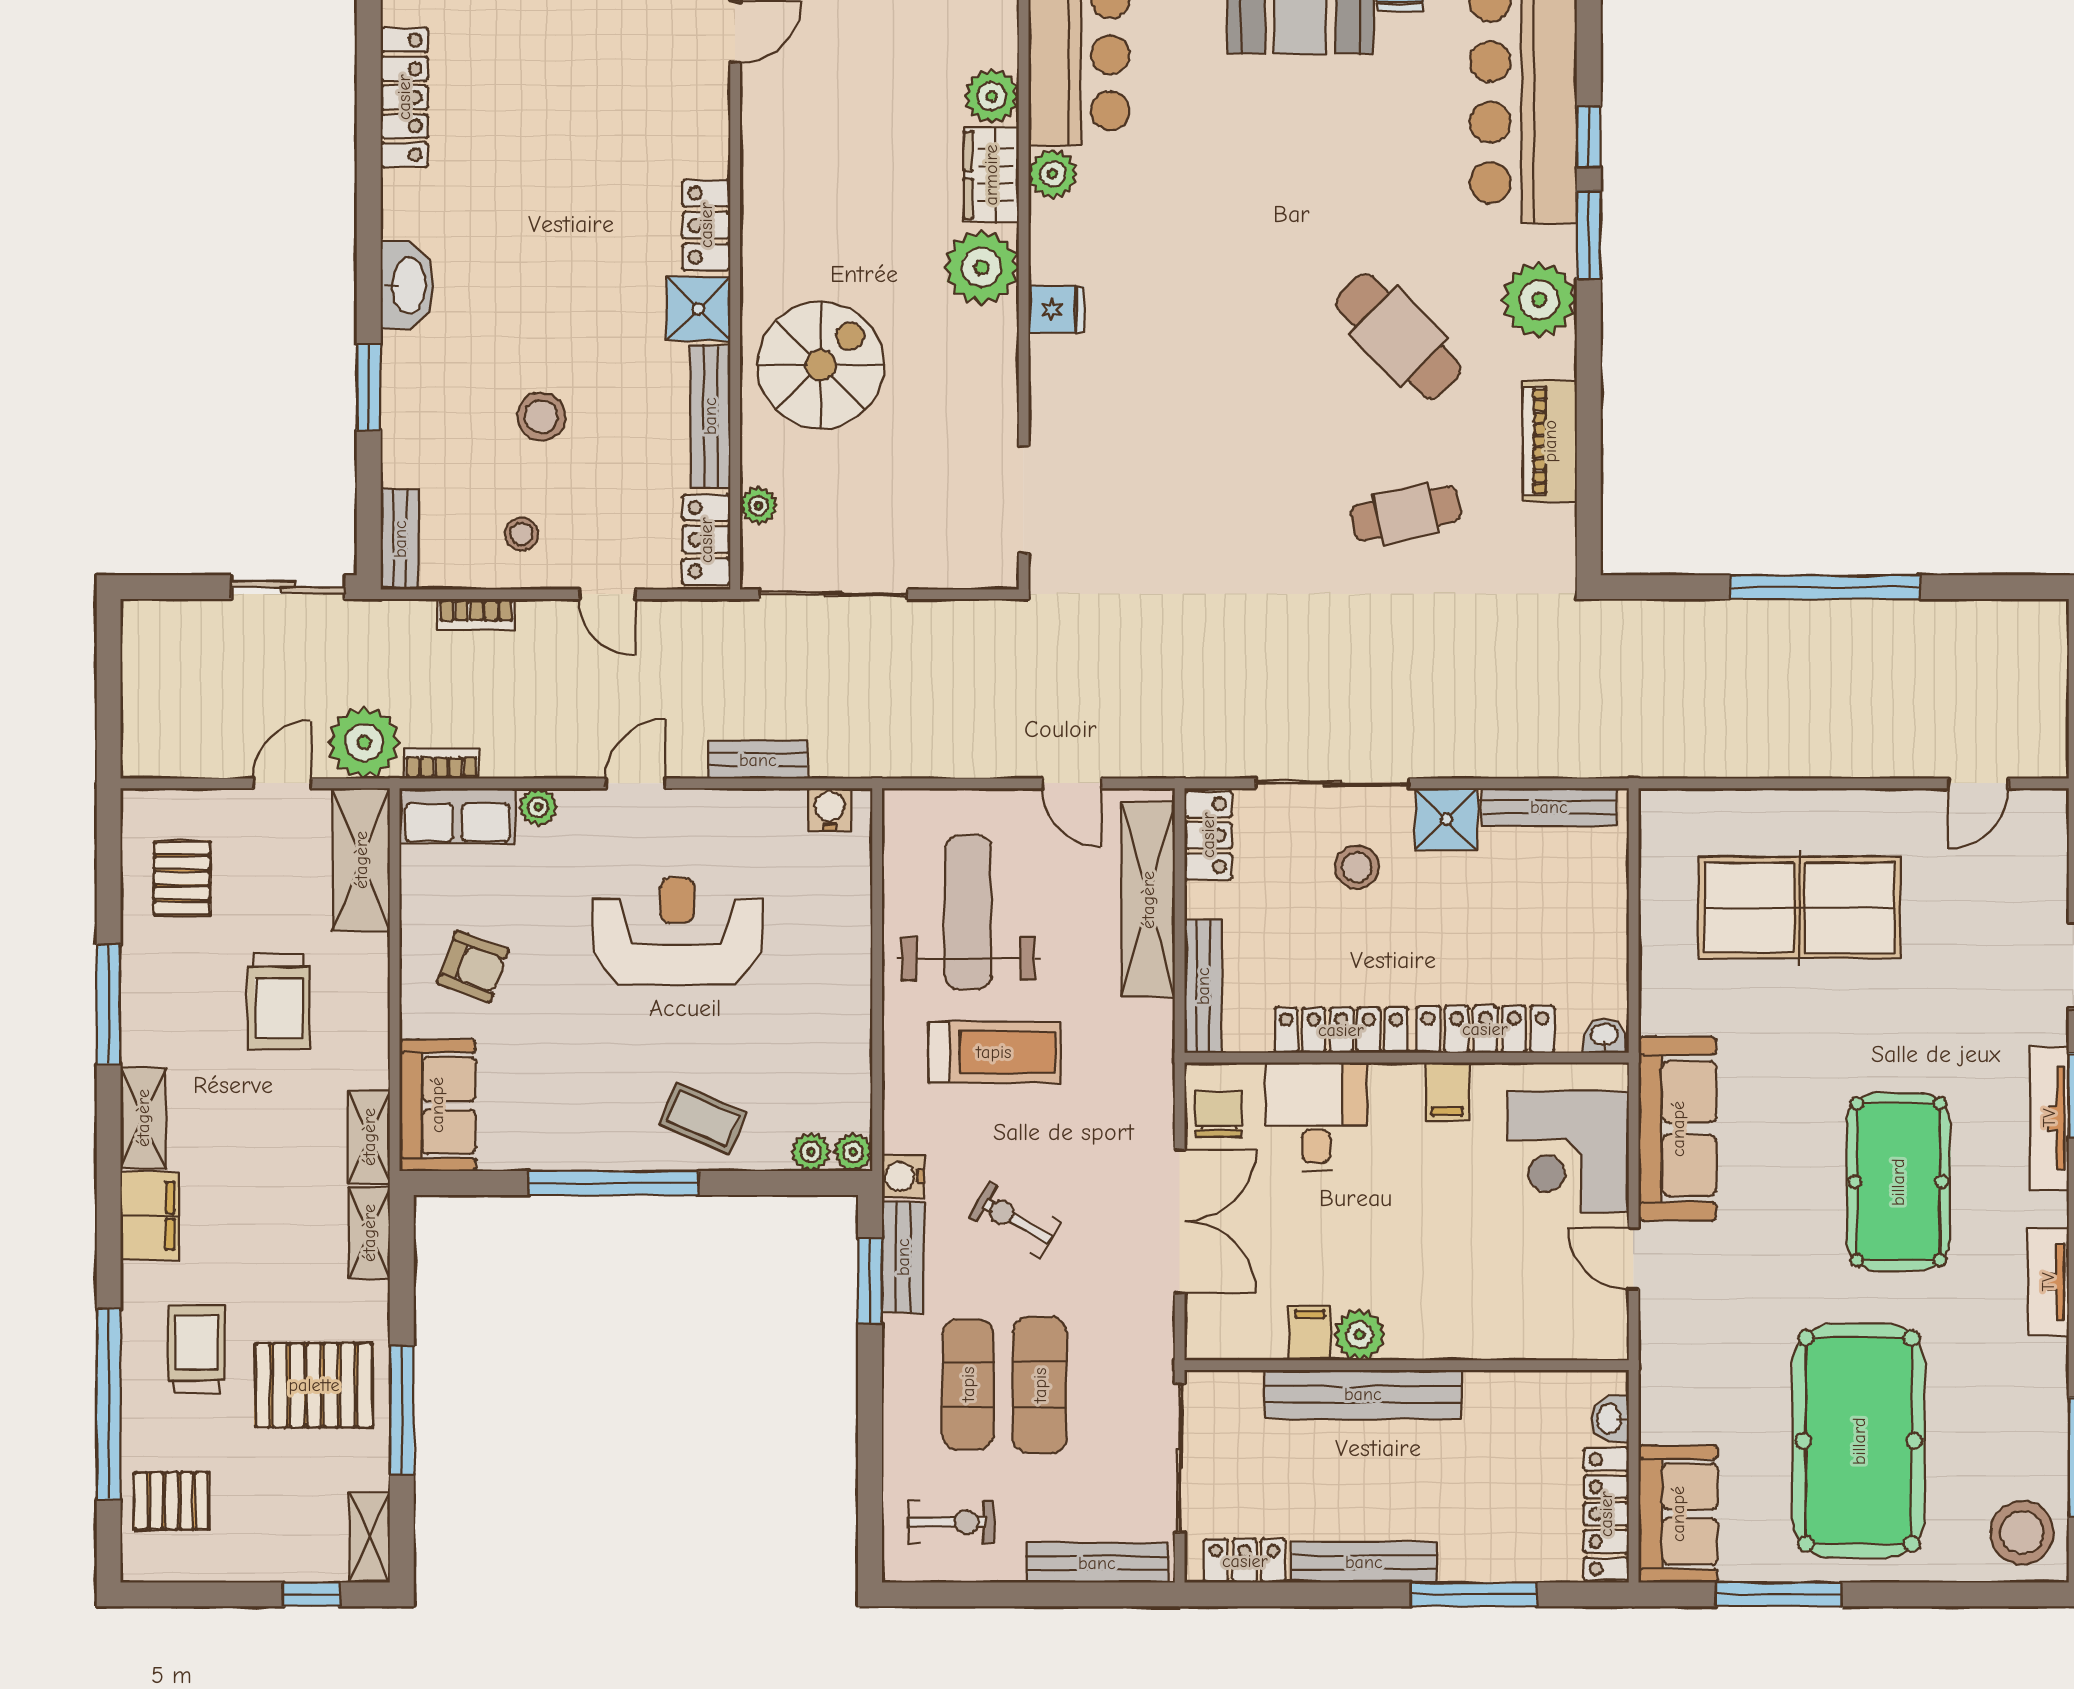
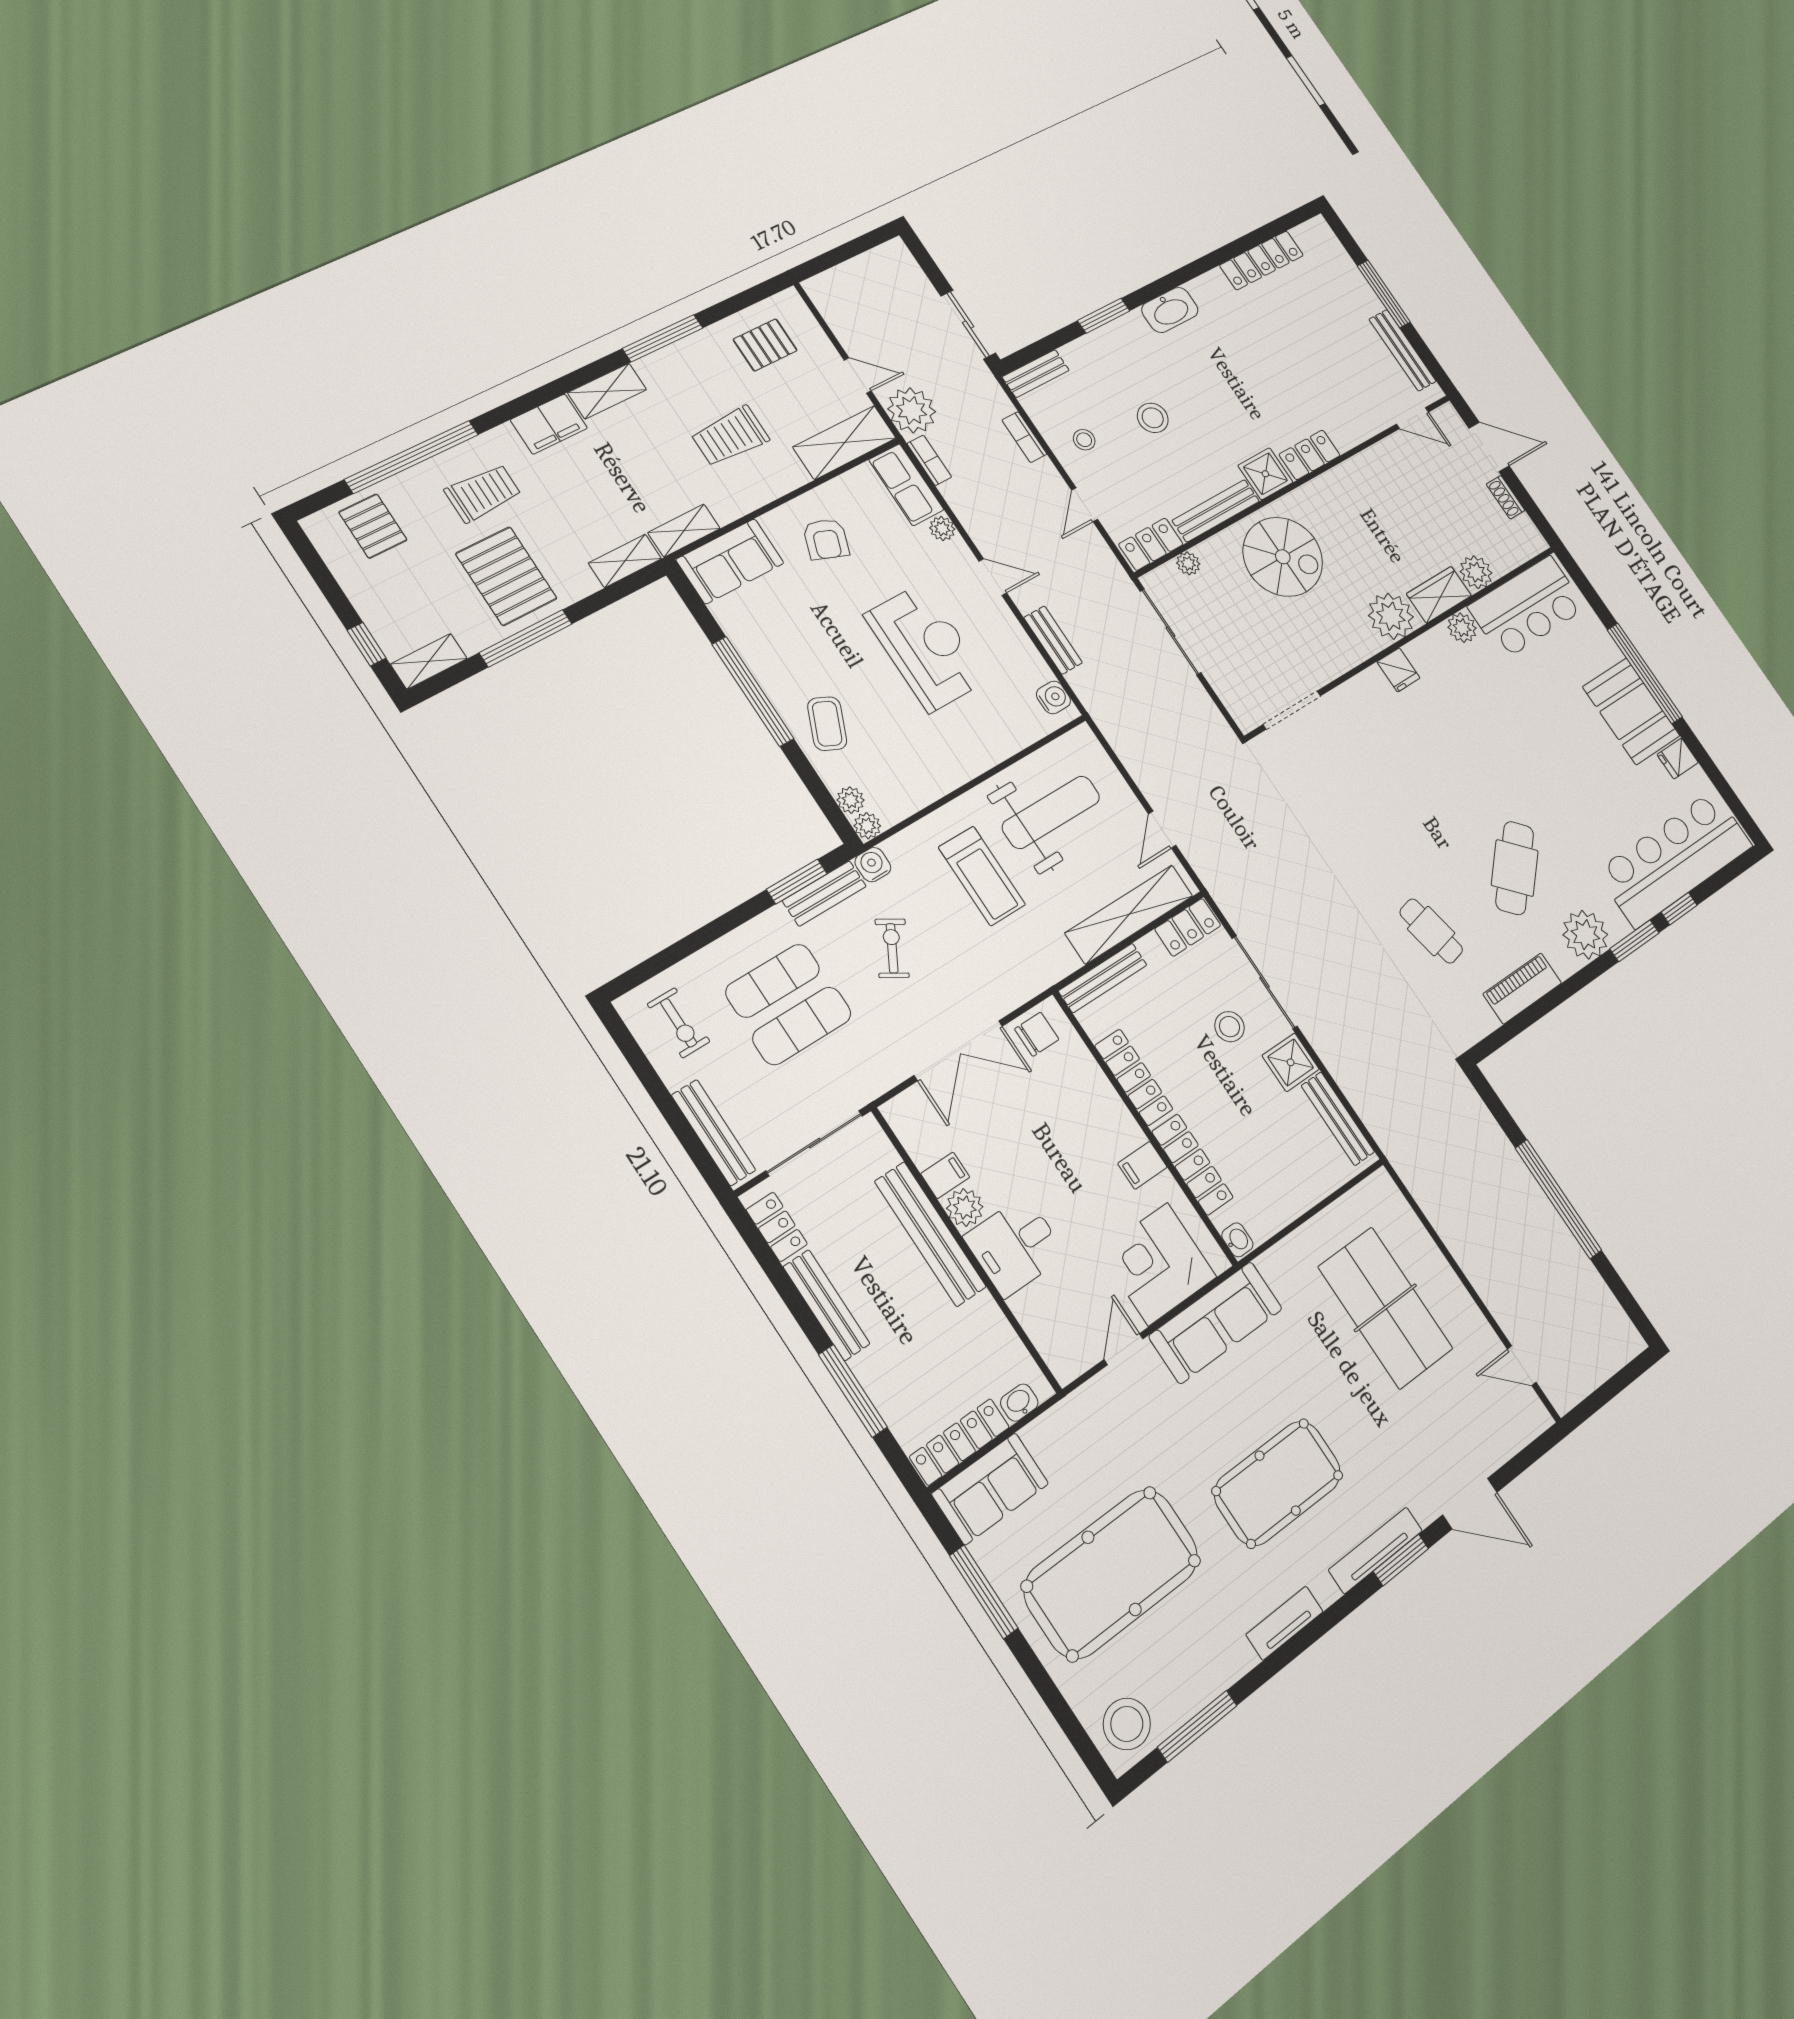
desk: (1316, 1117) -> (1015, 1246), moved, turned 180

